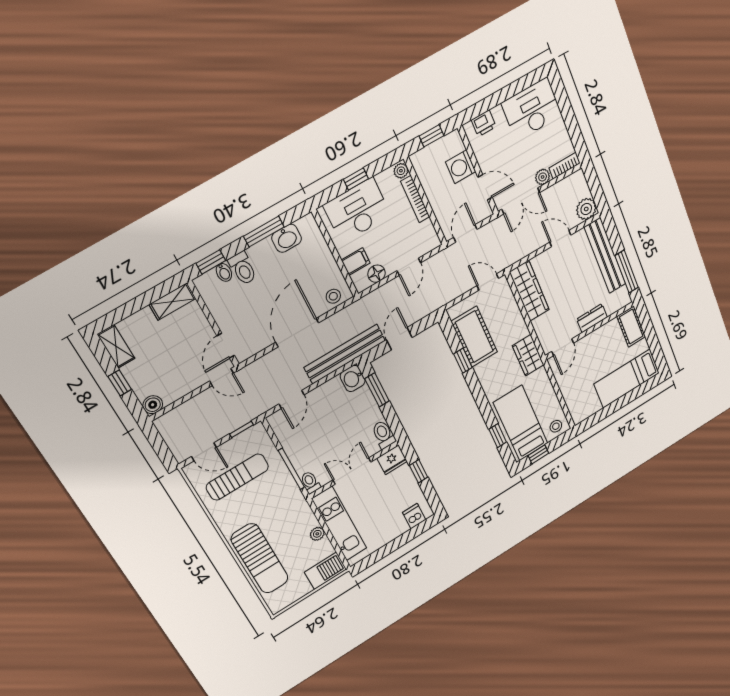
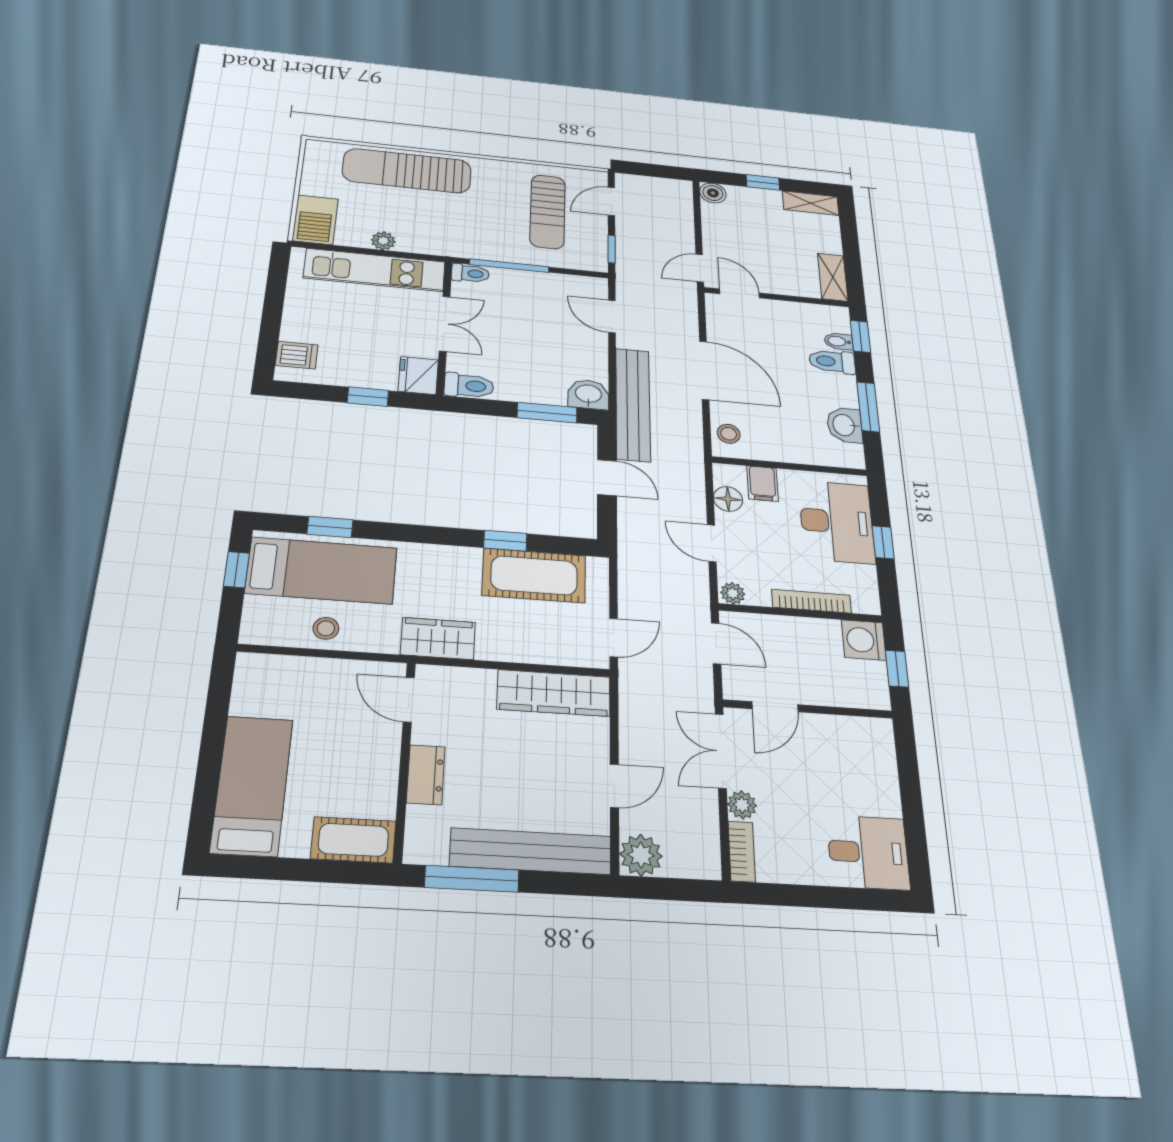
desk: (532, 109) -> (868, 852), width x0.73
printer: (484, 123) -> (880, 752), removed
washing machine: (461, 167) -> (864, 640), moved, turned -90
plant: (401, 171) -> (733, 593), moved
stool: (556, 426) -> (326, 628), moved

